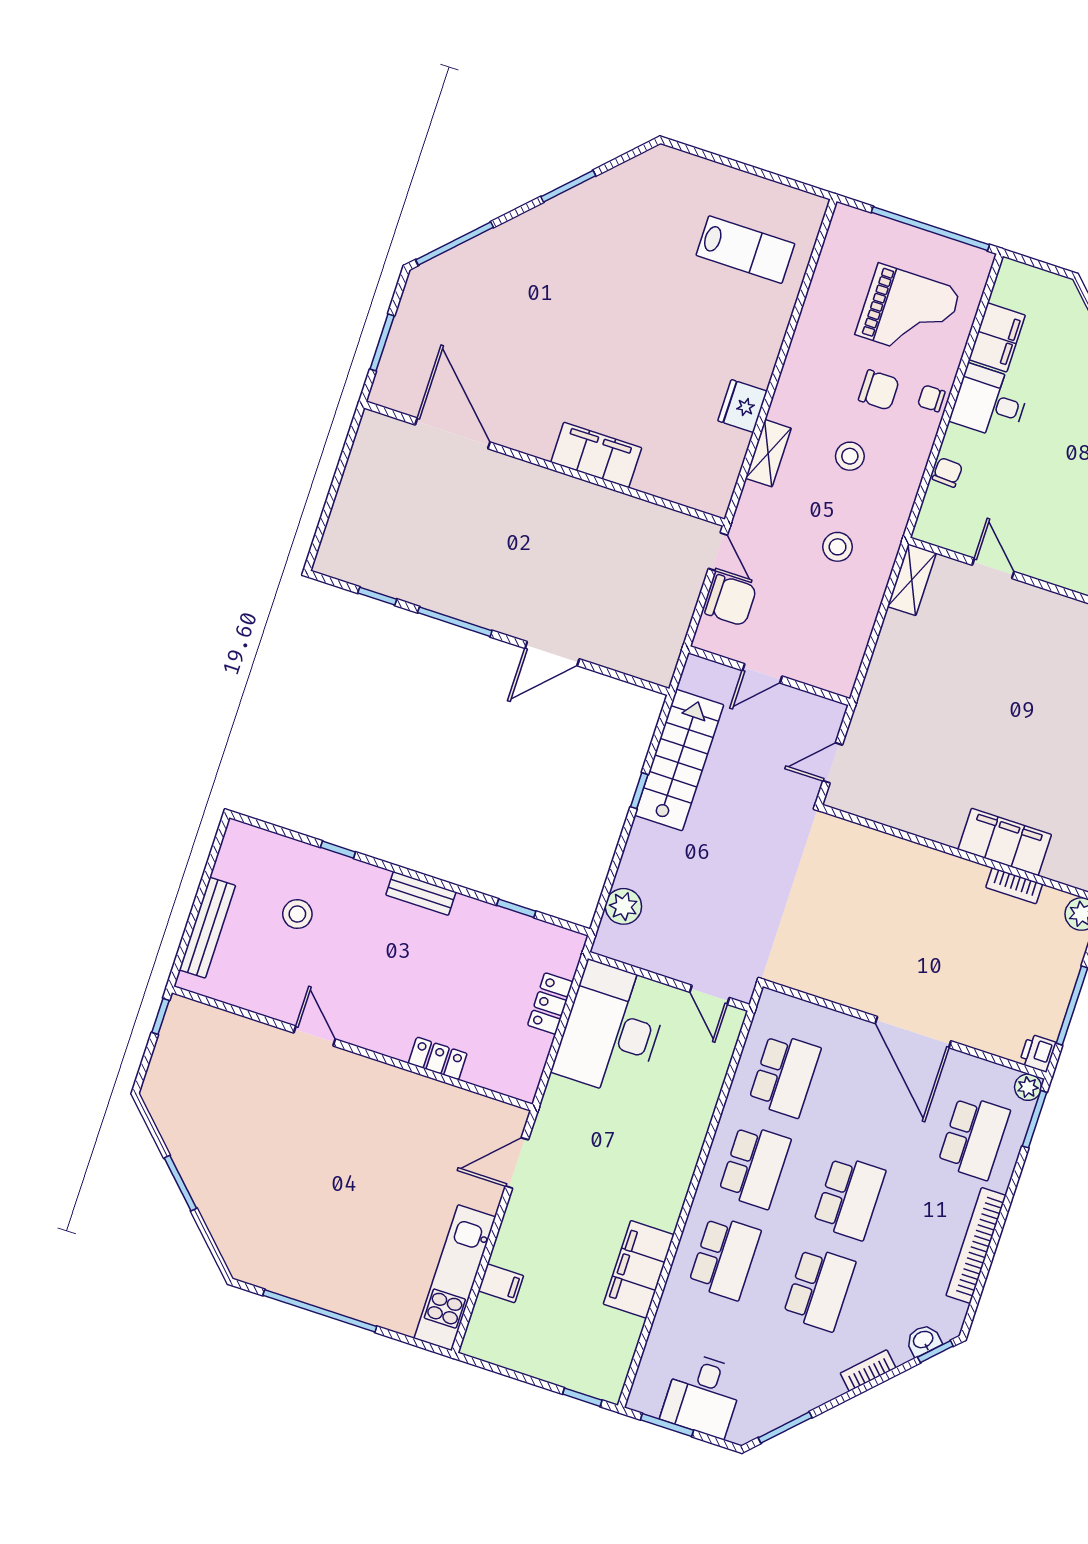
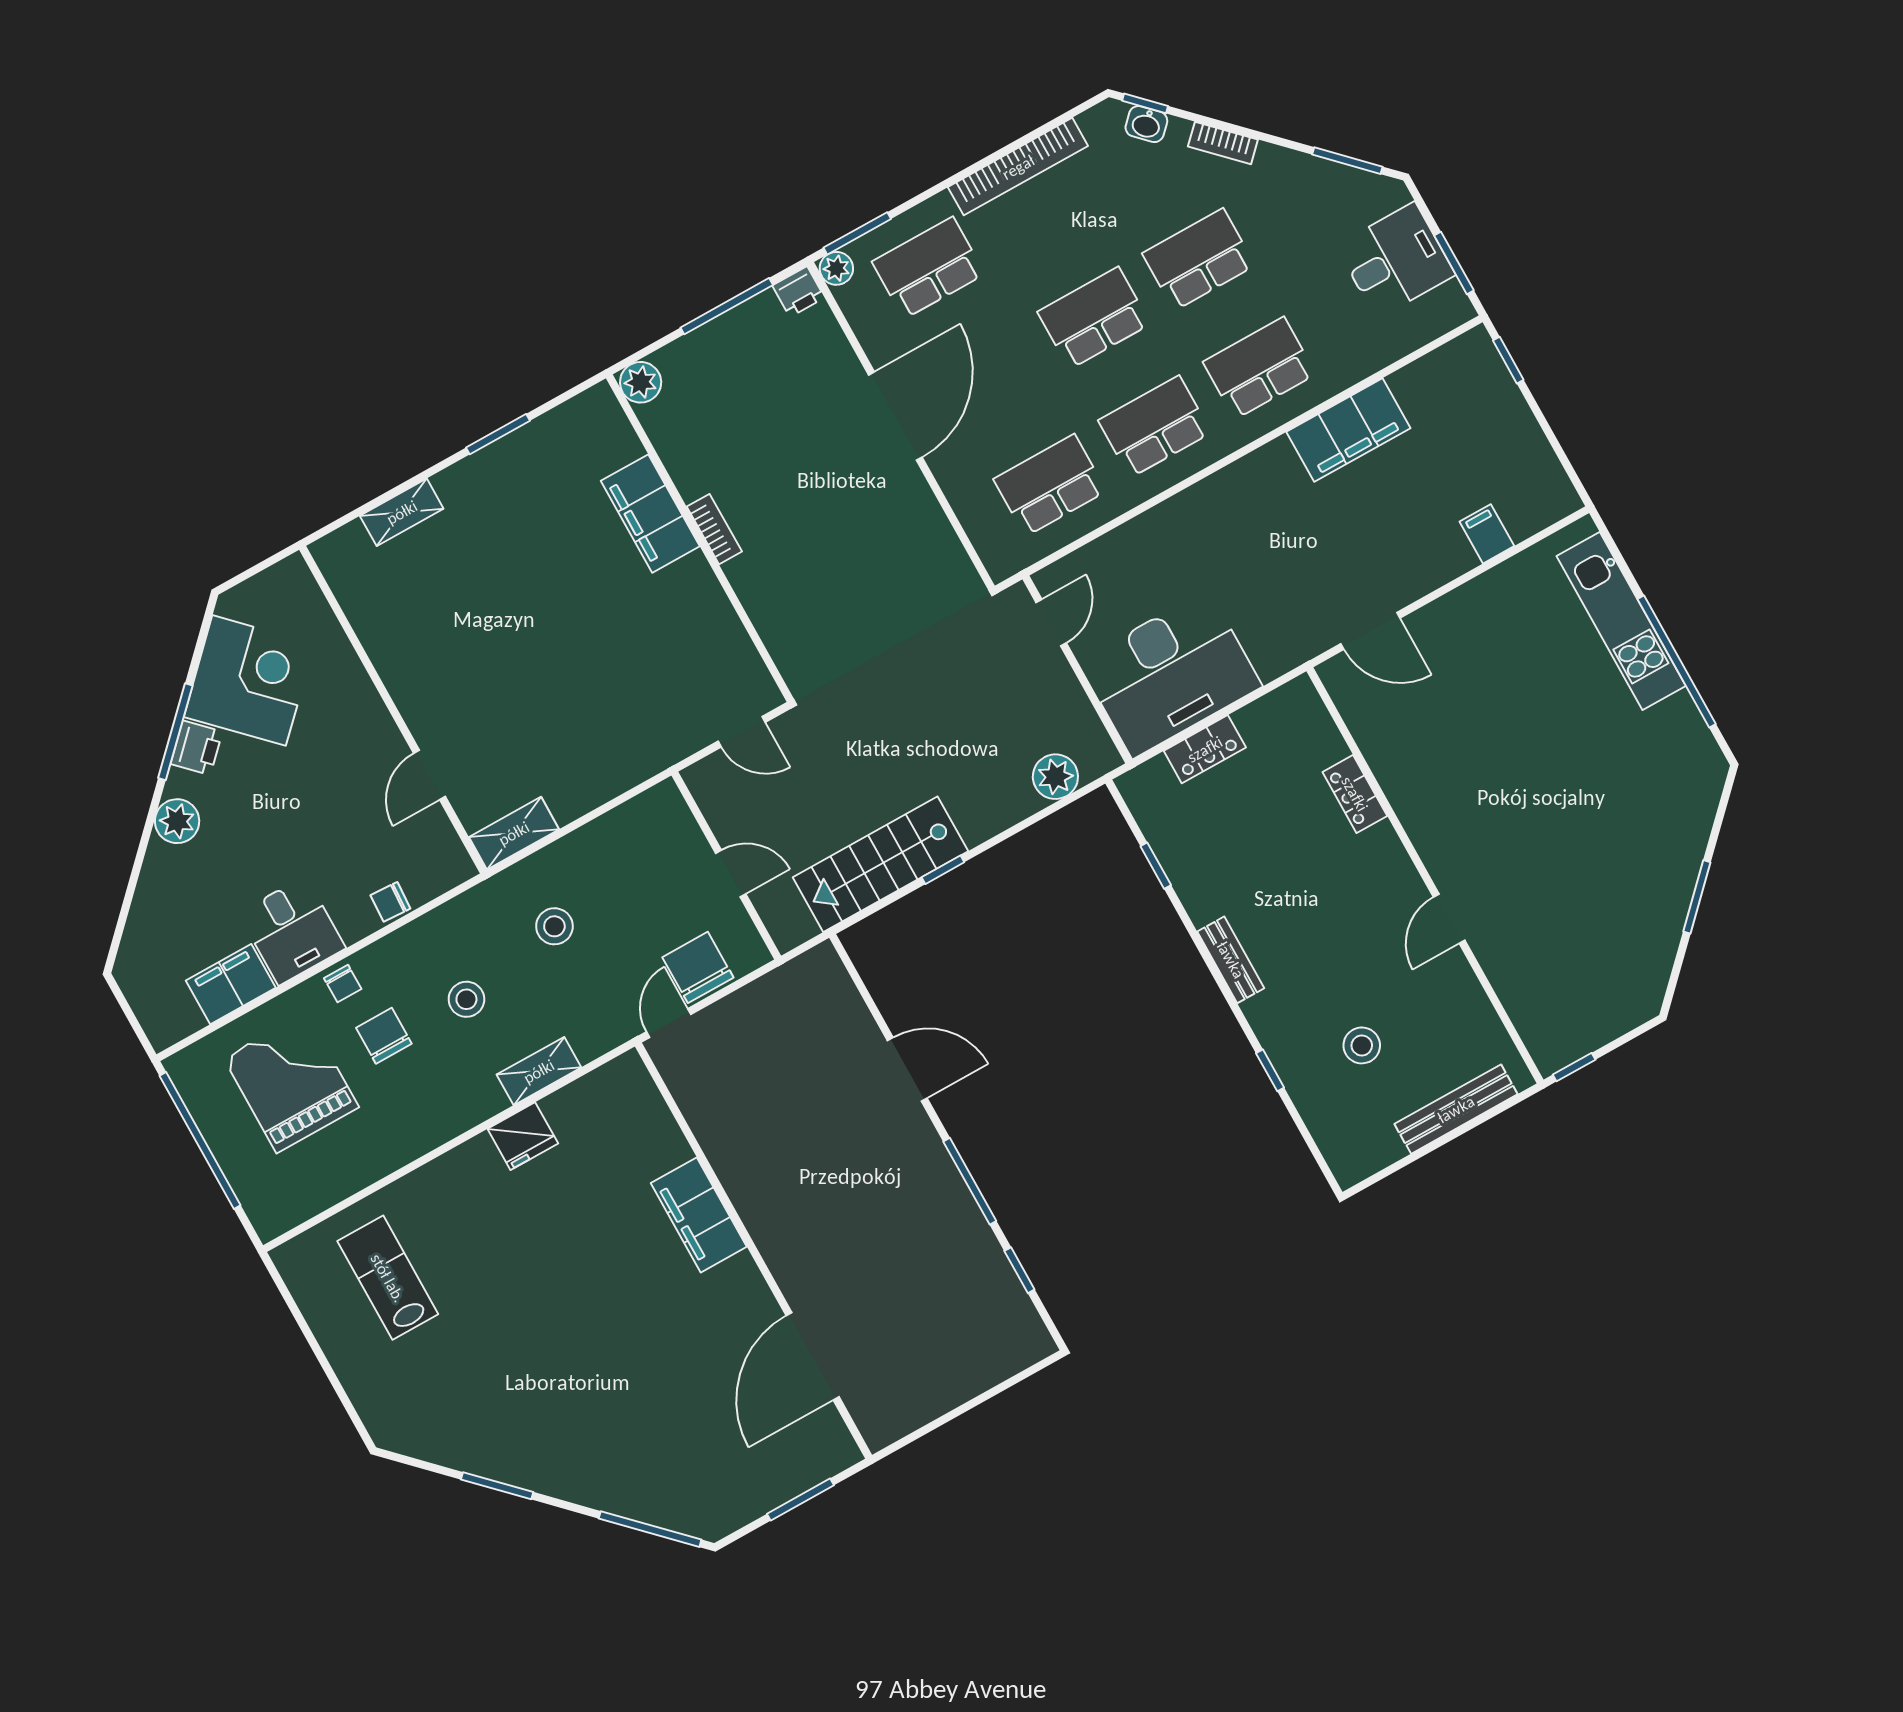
bookcase: (1014, 886) -> (714, 529), moved
kitchen unit: (455, 1278) -> (1621, 621), moved, turned 90

